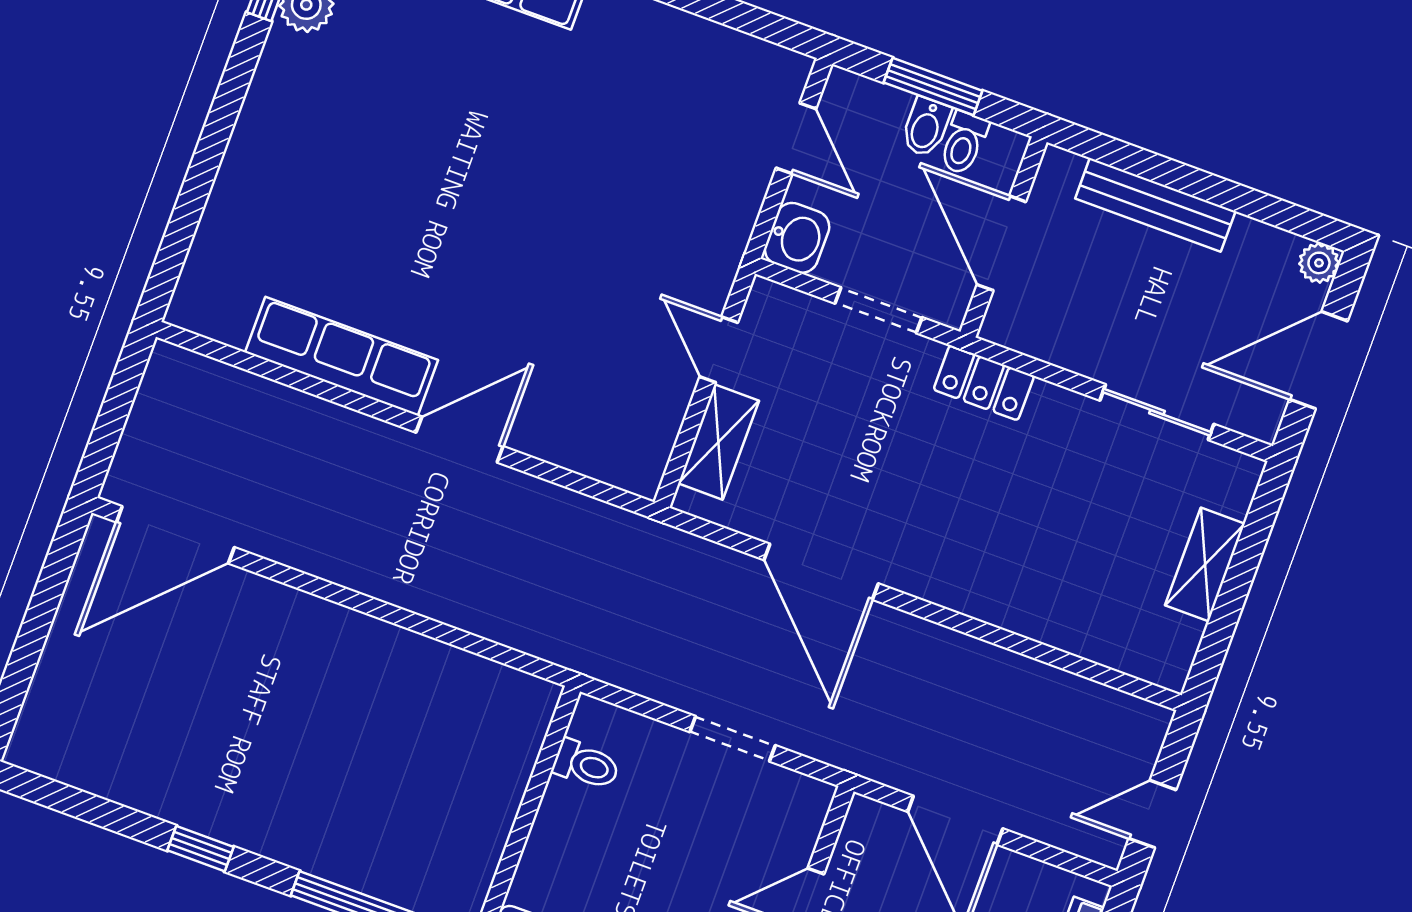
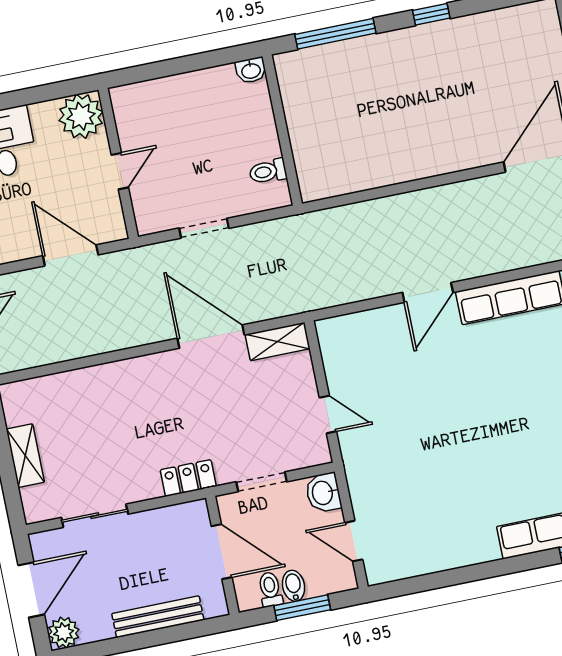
plant: (1319, 263) -> (64, 632), width x1.38, depth x1.38
shelving: (719, 442) -> (278, 342), moved, turned 90

